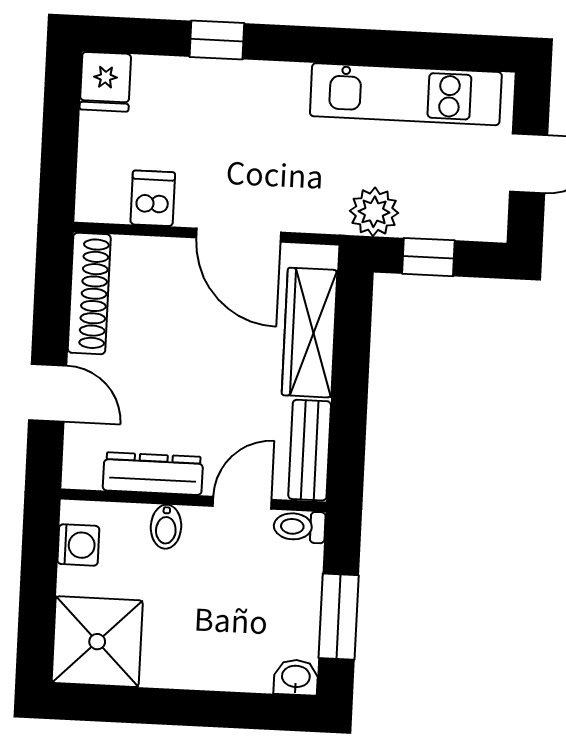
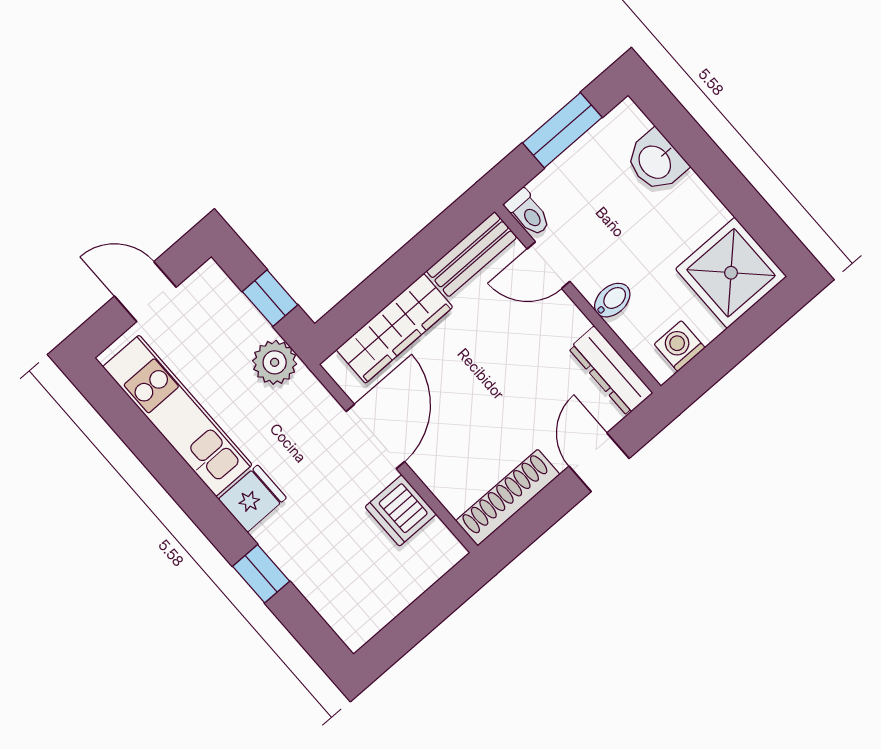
fridge: (105, 82) -> (252, 499), moved
dishwasher: (153, 198) -> (401, 510), width x1.38
dresser: (153, 474) -> (611, 371), moved
washbasin: (296, 677) -> (656, 161), moved, width x1.38, depth x1.45

